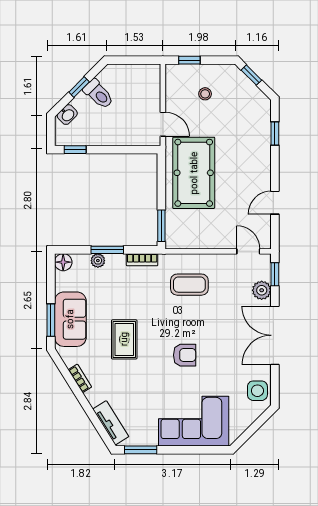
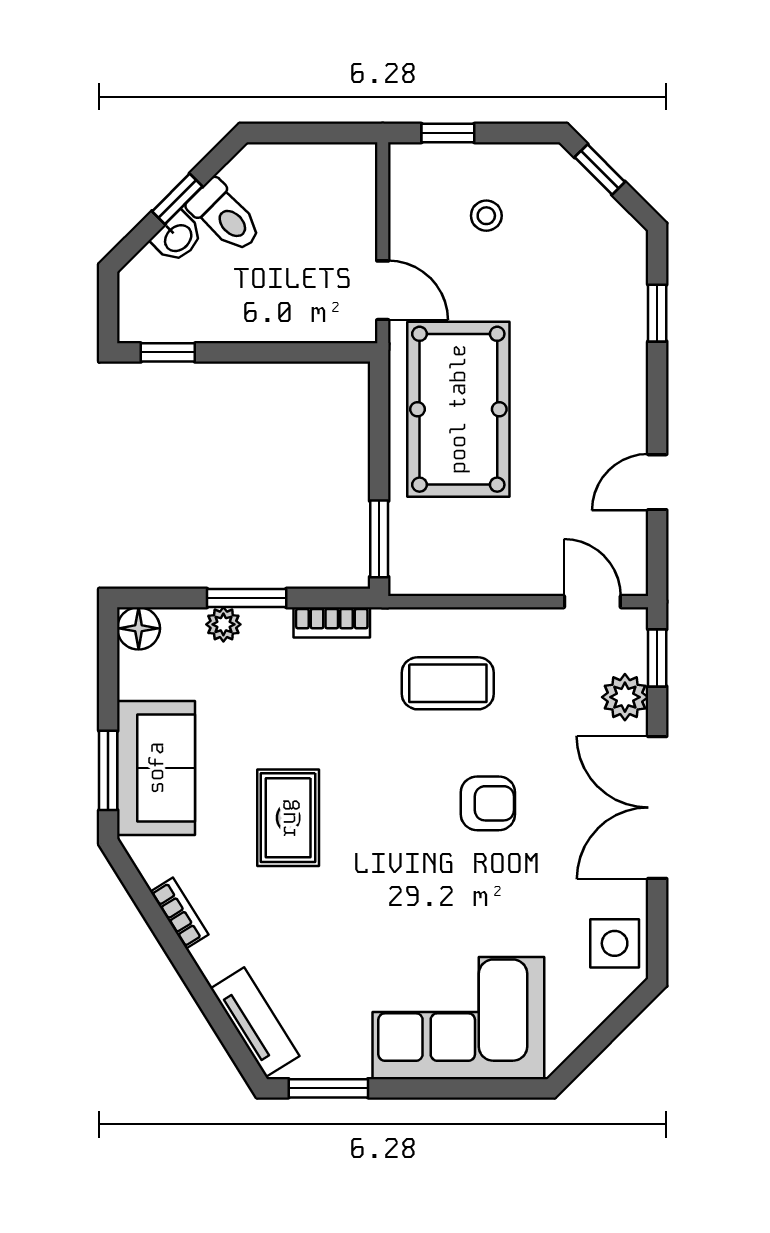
washbasin: (67, 115) -> (177, 237), moved
armchair: (185, 355) -> (488, 803), moved

